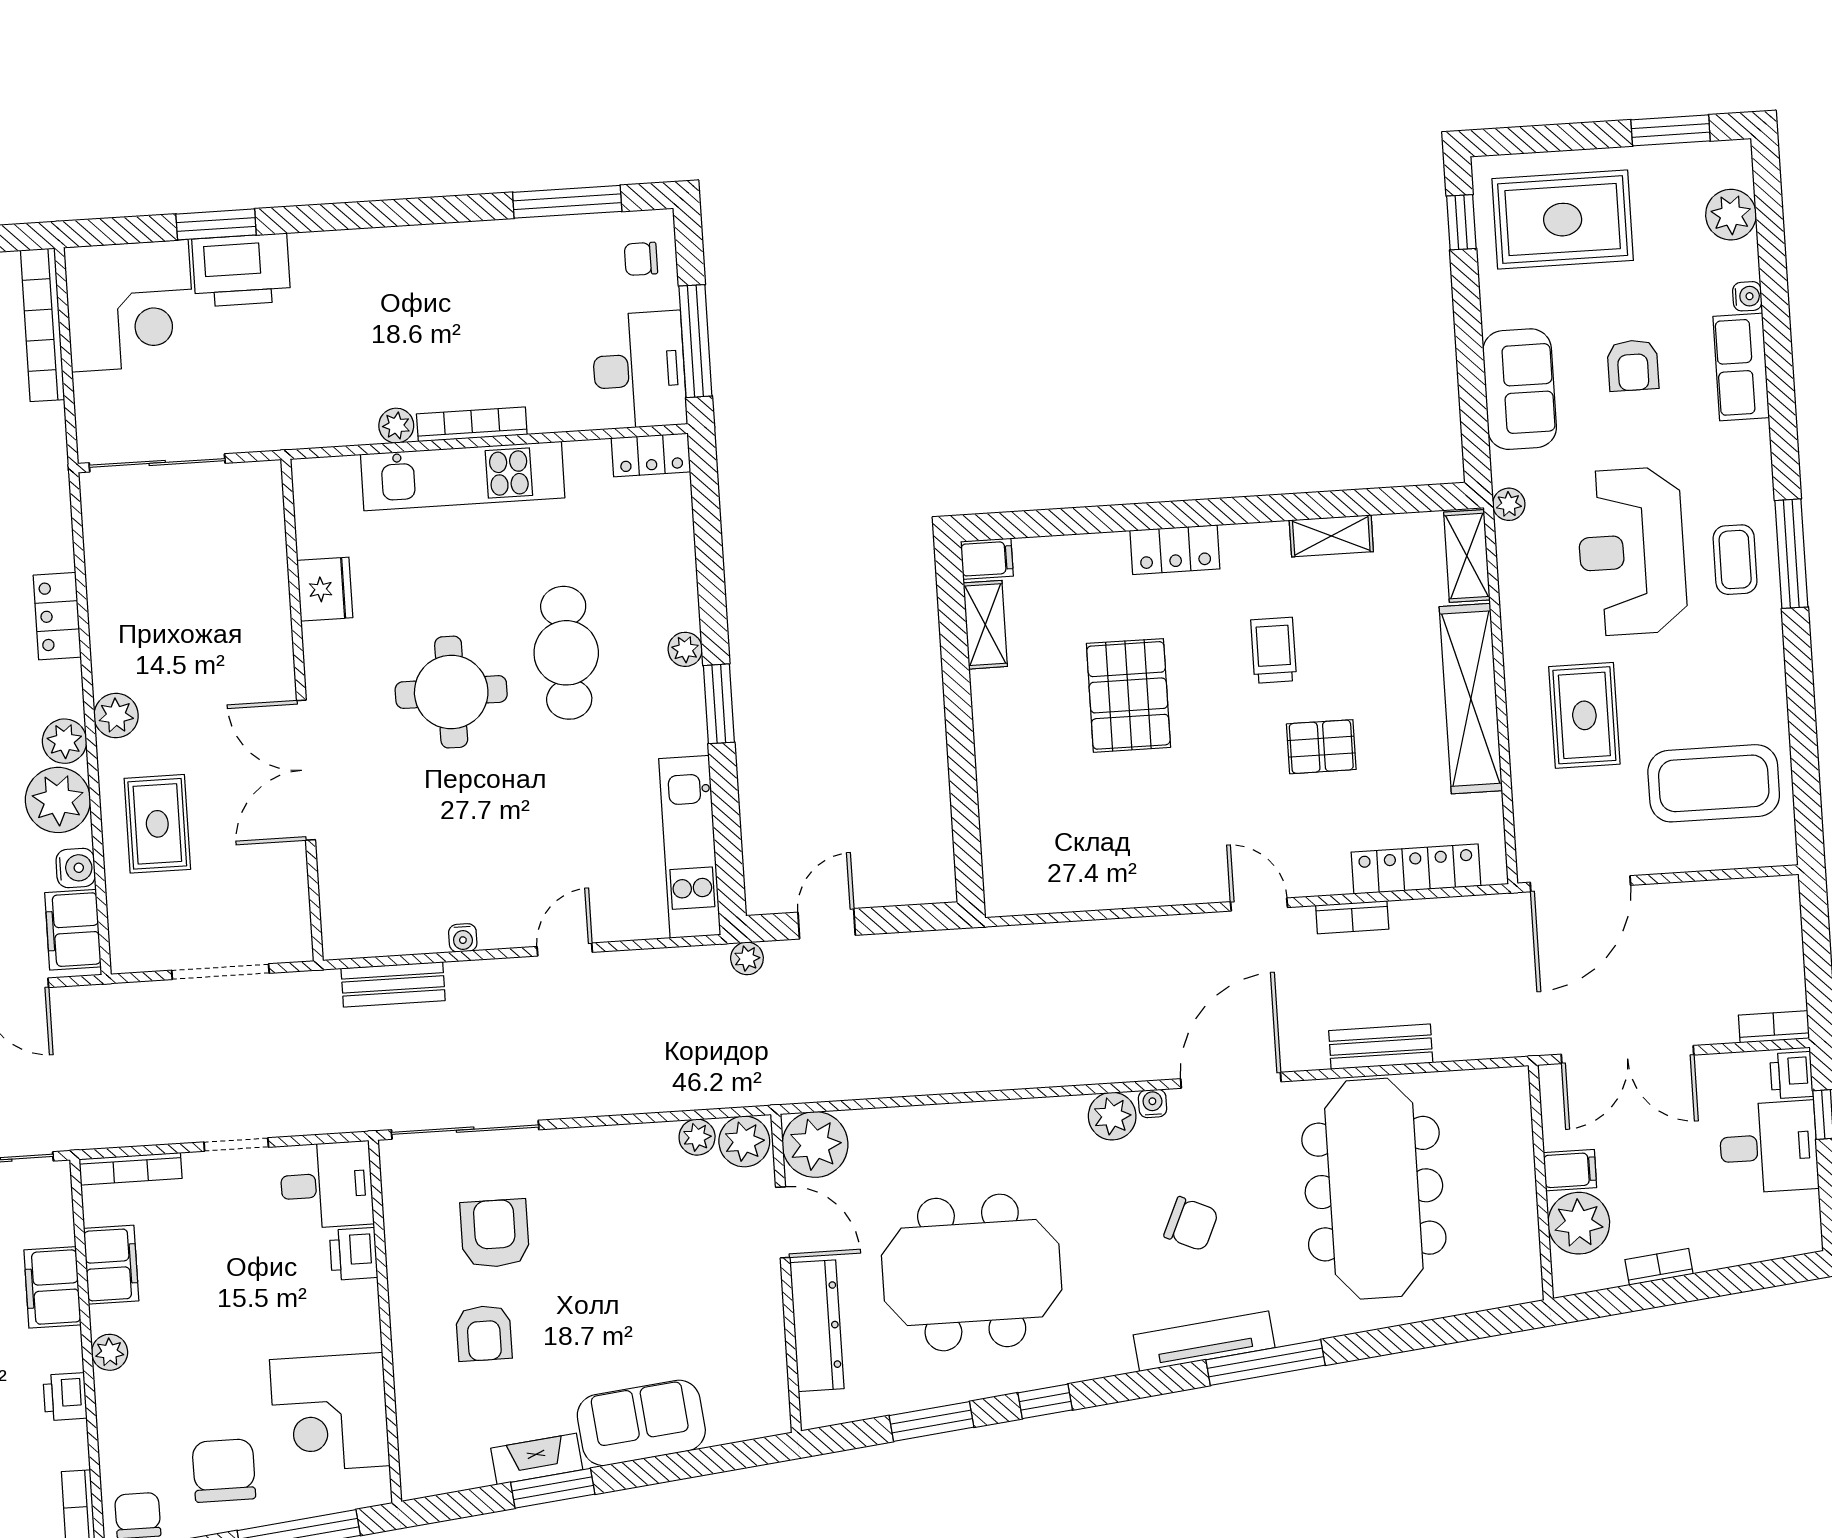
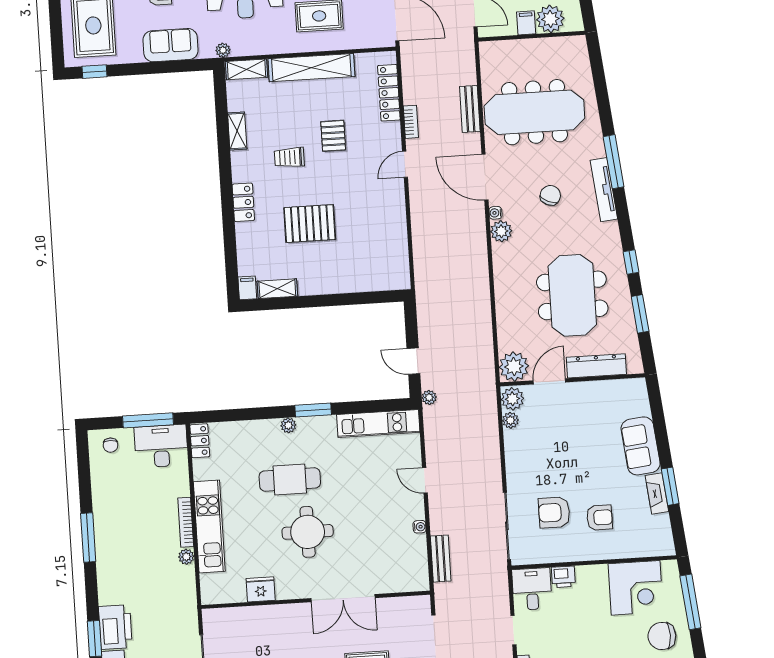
window: (567, 202) -> (88, 538), moved

